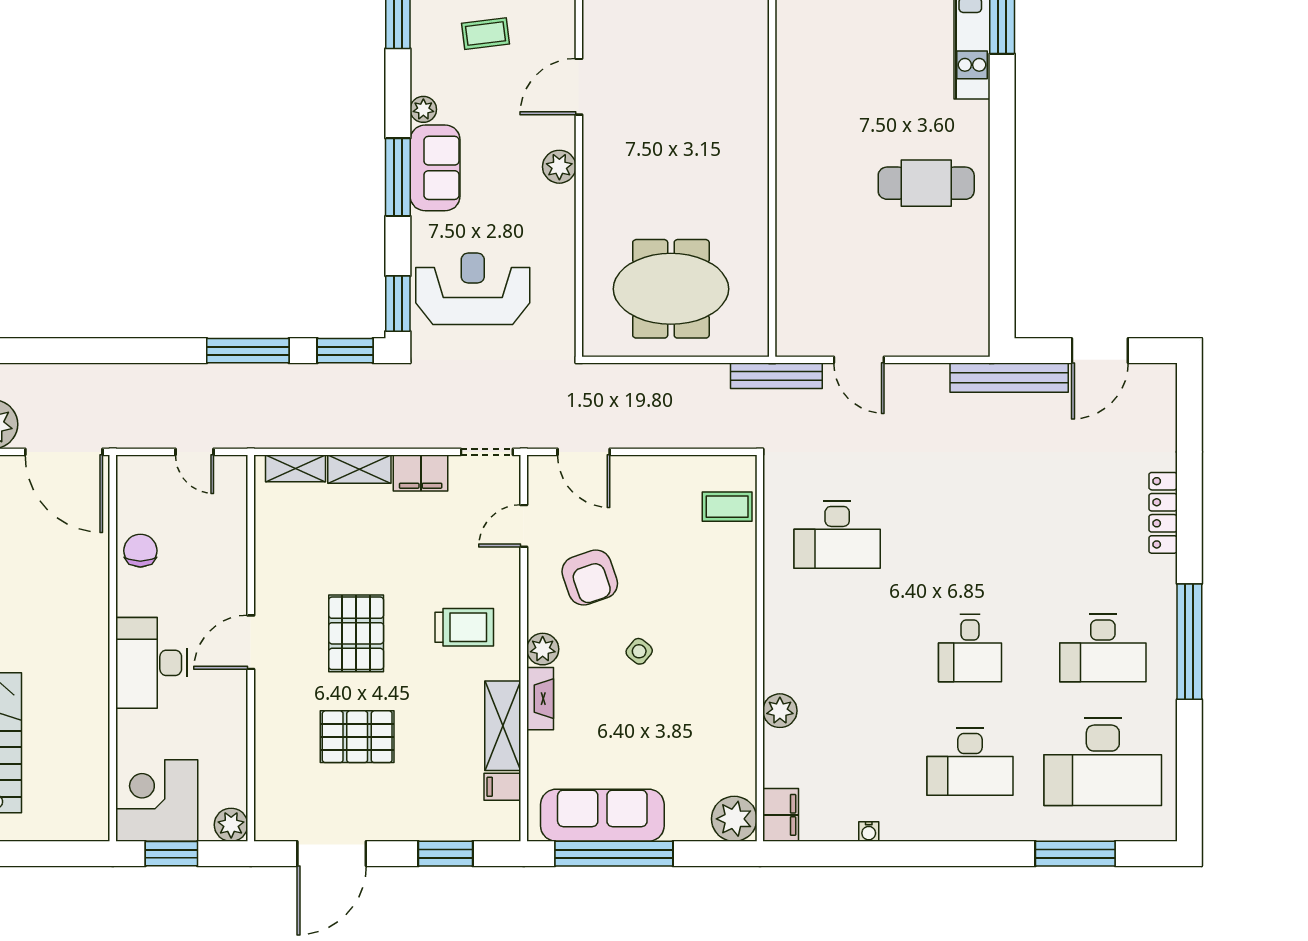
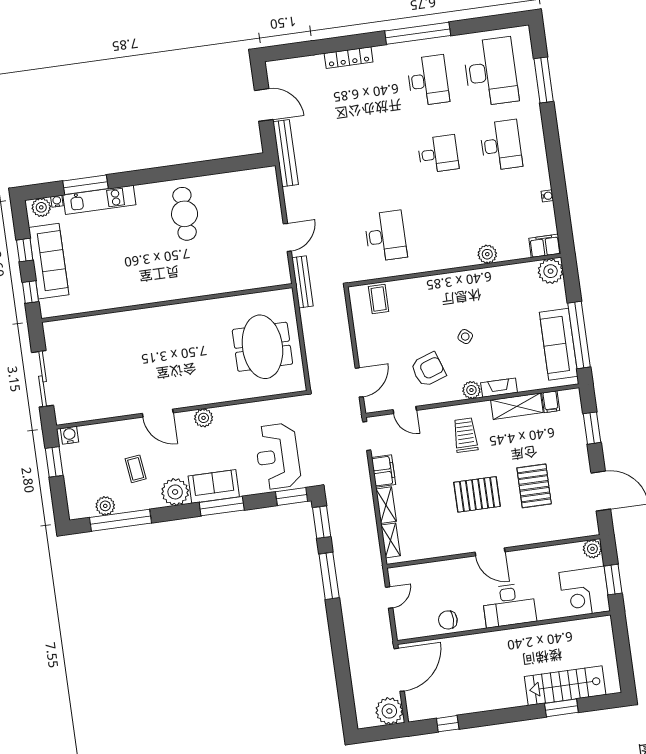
plant: (423, 109) -> (175, 492), width x1.88, depth x1.88

